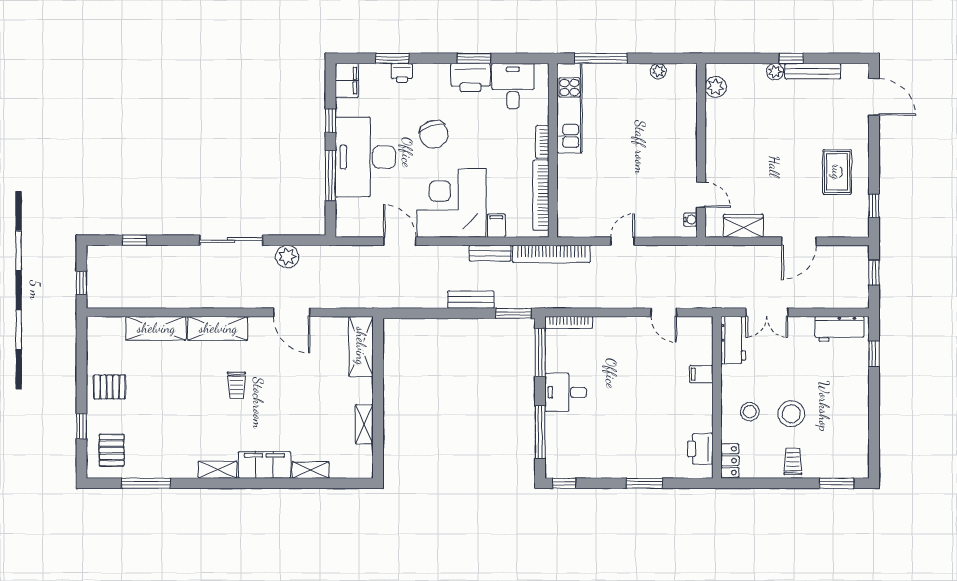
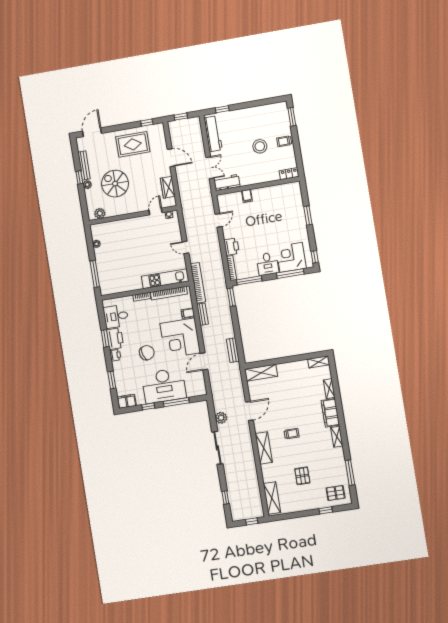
printer: (402, 73) -> (115, 355), moved
kitchen unit: (569, 108) -> (165, 279), moved
spiral stairs: (768, 126) -> (115, 184), added
rug: (837, 172) -> (133, 144), width x1.36, depth x1.43
bench: (471, 300) -> (233, 350), moved
shelving: (156, 328) -> (272, 498), moved
workbench: (840, 329) -> (213, 134), width x1.37
pallet: (110, 387) -> (302, 476), moved
stool: (750, 412) -> (262, 168), removed
shelving: (364, 424) -> (319, 362), moved
corner desk: (570, 439) -> (291, 257), added
printer: (700, 449) -> (231, 247), moved, turned -90

